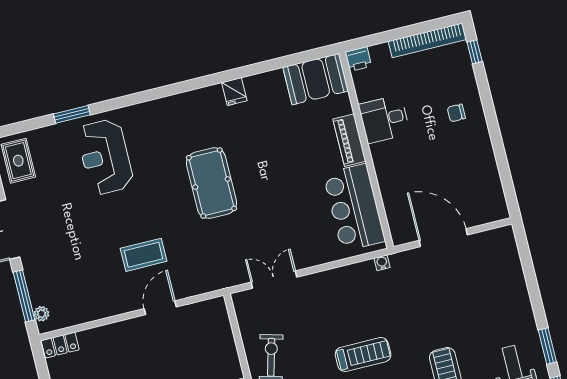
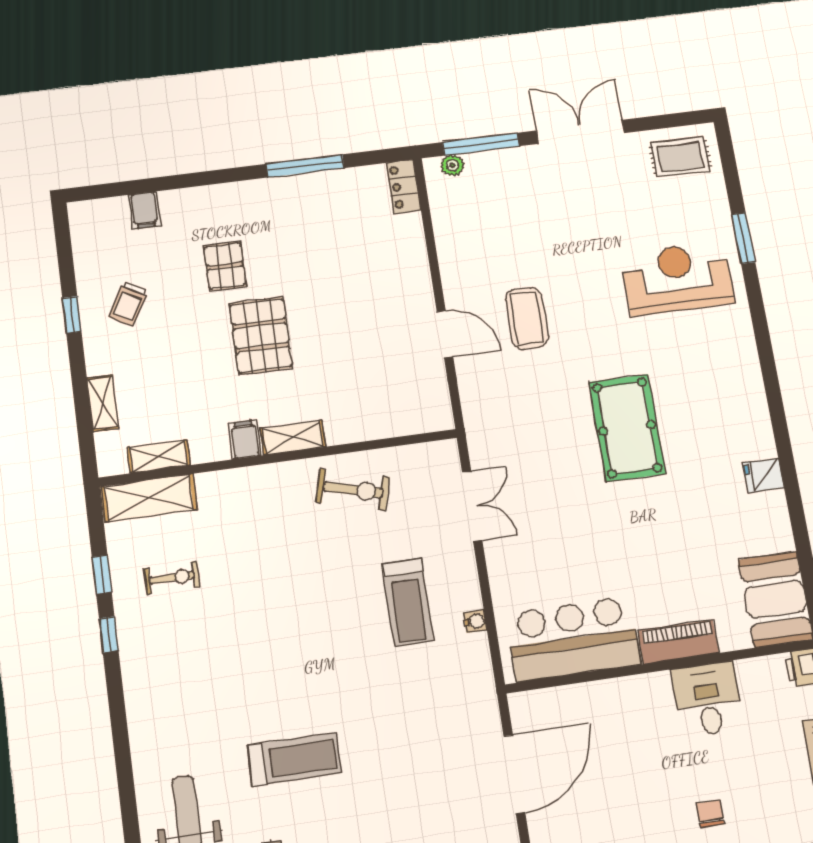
pool table: (211, 183) -> (627, 428), turned 90
water cooler: (382, 263) -> (475, 621), moved
treadmill: (363, 355) -> (408, 602), moved

